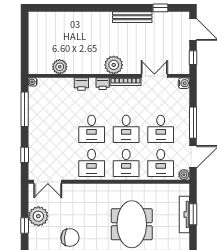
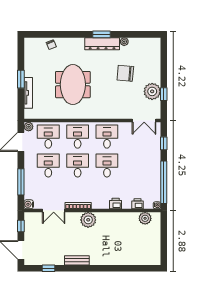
bench: (132, 17) -> (77, 260), width x0.73
plant: (60, 67) -> (145, 218), moved
printer: (103, 84) -> (138, 204), moved
window: (25, 109) -> (164, 182), width x1.46
window: (193, 123) -> (21, 182), moved
double door: (48, 182) -> (144, 121), swing flipped
window: (193, 214) -> (21, 79), moved
window: (25, 226) -> (164, 94), moved

